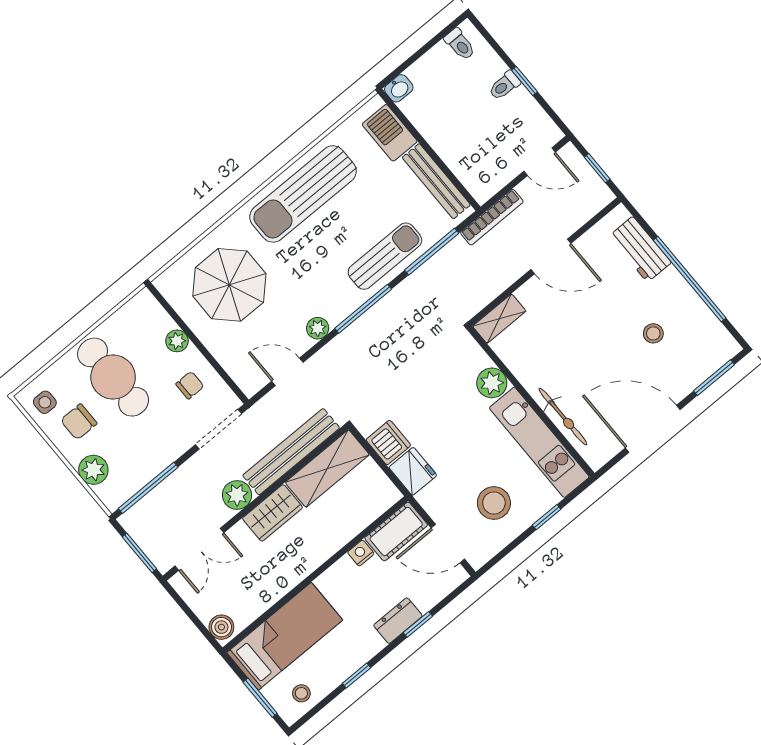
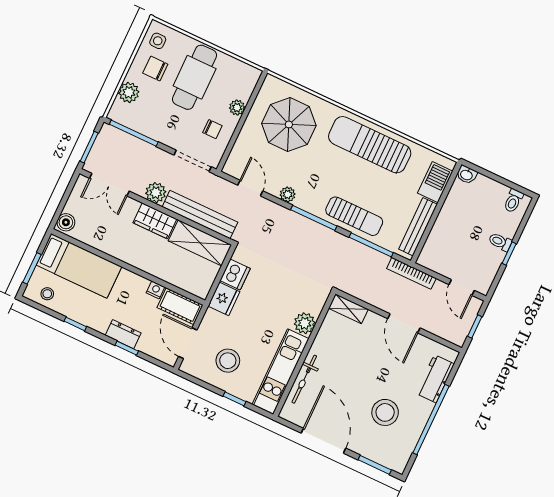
stool: (653, 333) -> (385, 412), width x1.89, depth x1.89

